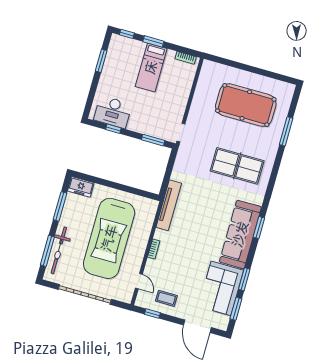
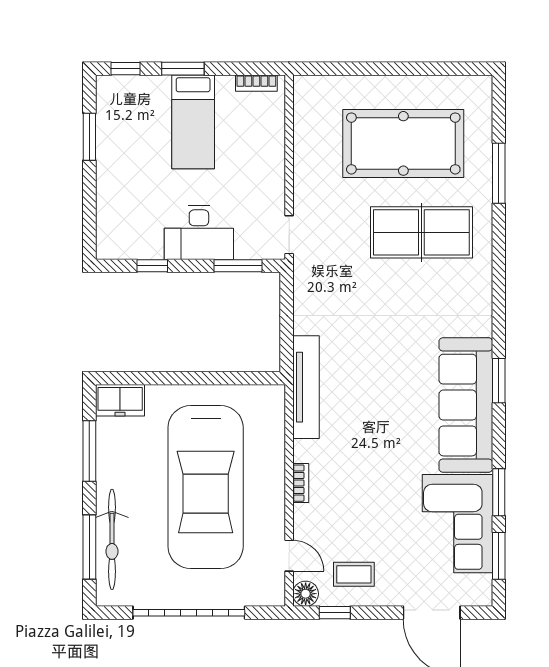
desk: (113, 112) -> (199, 232), moved
table tennis table: (237, 166) -> (421, 232), moved
floor lamp: (141, 301) -> (306, 594), added

